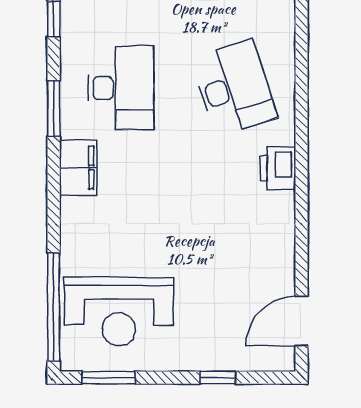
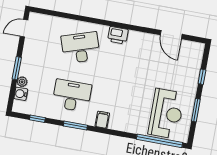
filing cabinet: (78, 168) -> (102, 120), width x0.50
door: (301, 321) -> (171, 35), moved
window: (109, 378) -> (196, 110), moved

